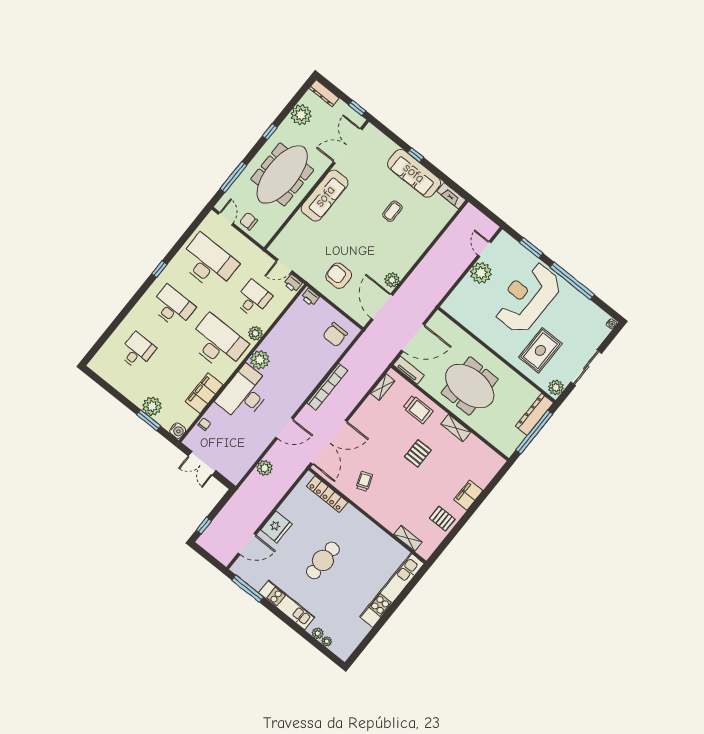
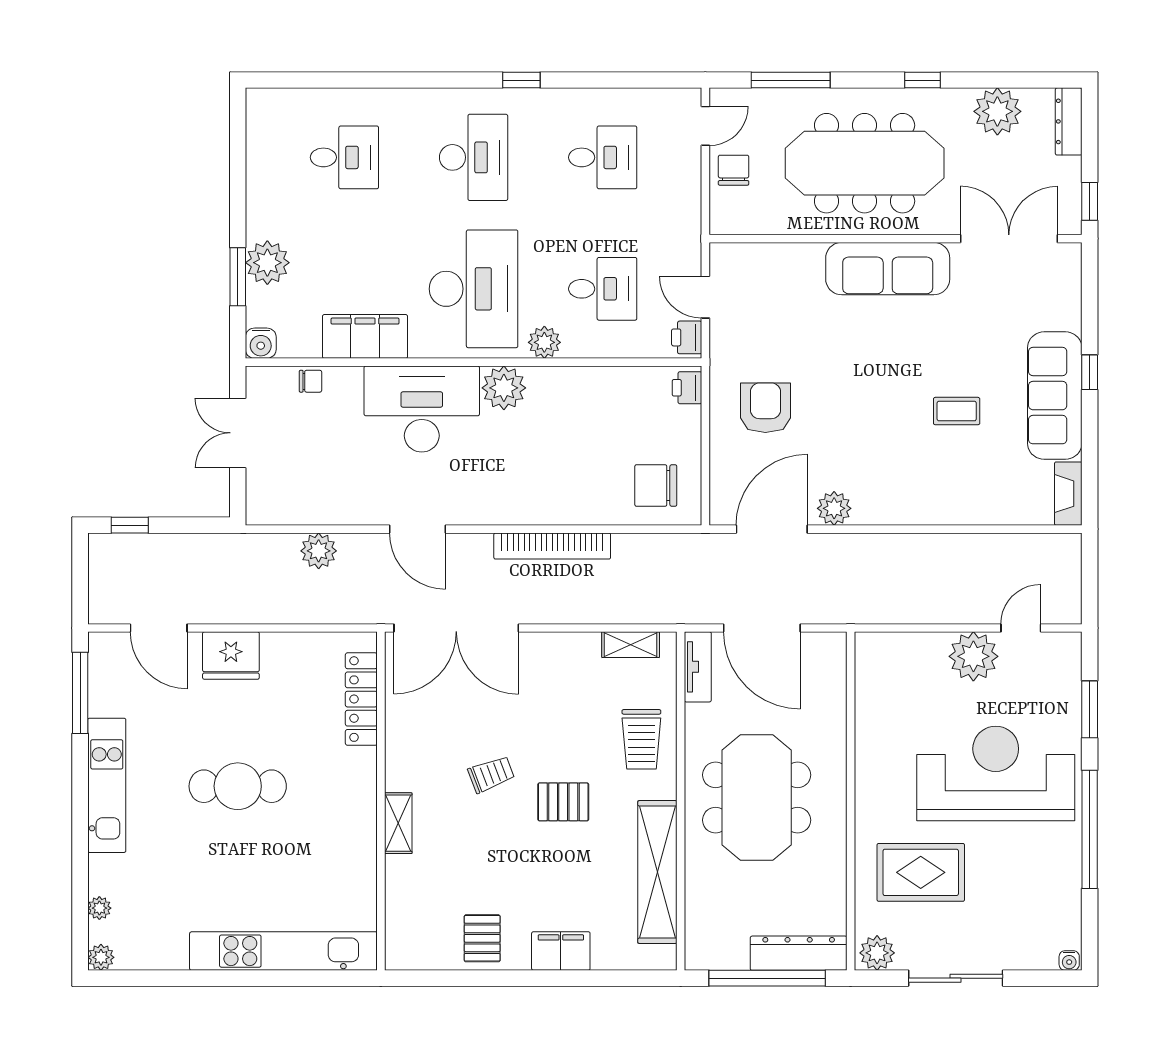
desk: (208, 263) -> (603, 157), width x0.53, depth x0.77
shelving: (456, 428) -> (657, 872), width x2.20, depth x1.33
trolley: (364, 481) -> (491, 774), moved
shelving: (408, 538) -> (398, 823), moved
plant: (318, 633) -> (101, 957), moved

